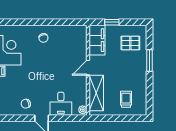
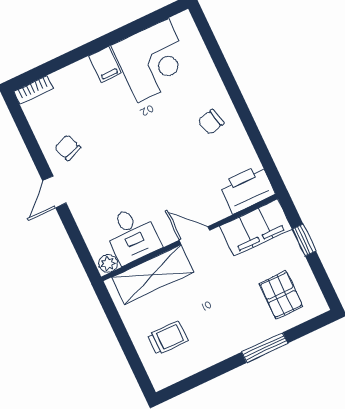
printer: (79, 36) -> (247, 189), added
desk: (61, 104) -> (132, 235), moved, turned -90

